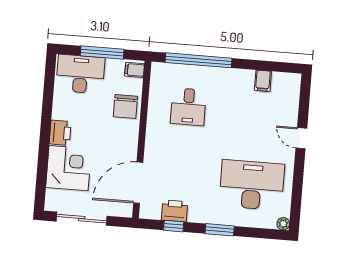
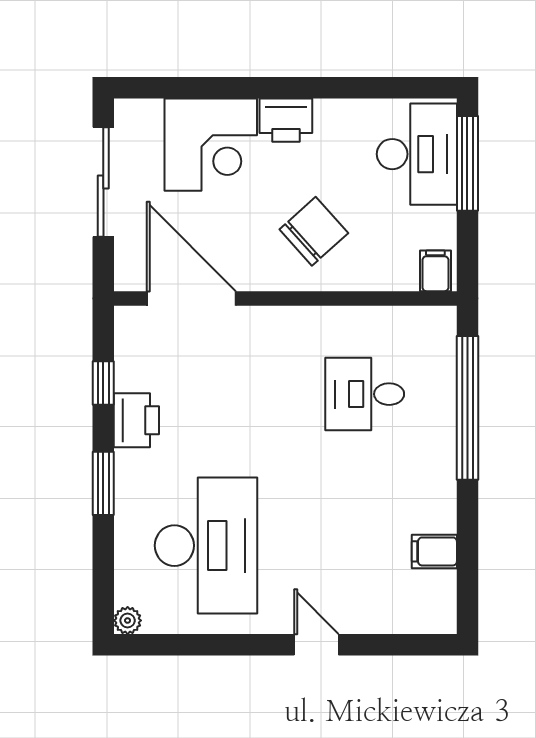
window: (102, 53) -> (467, 163), moved
chair: (125, 107) -> (314, 231), moved, turned 138
door: (301, 138) -> (316, 645), hinge flipped
printer: (175, 211) -> (136, 420), moved

